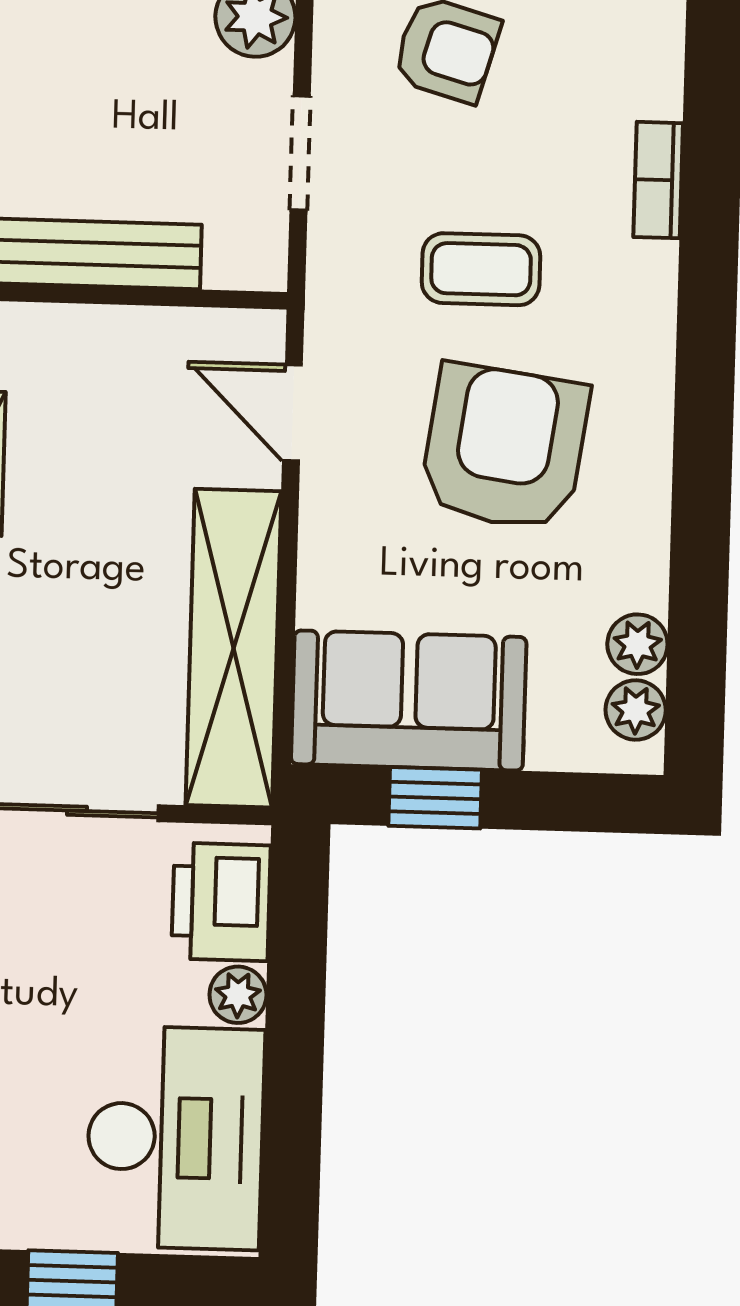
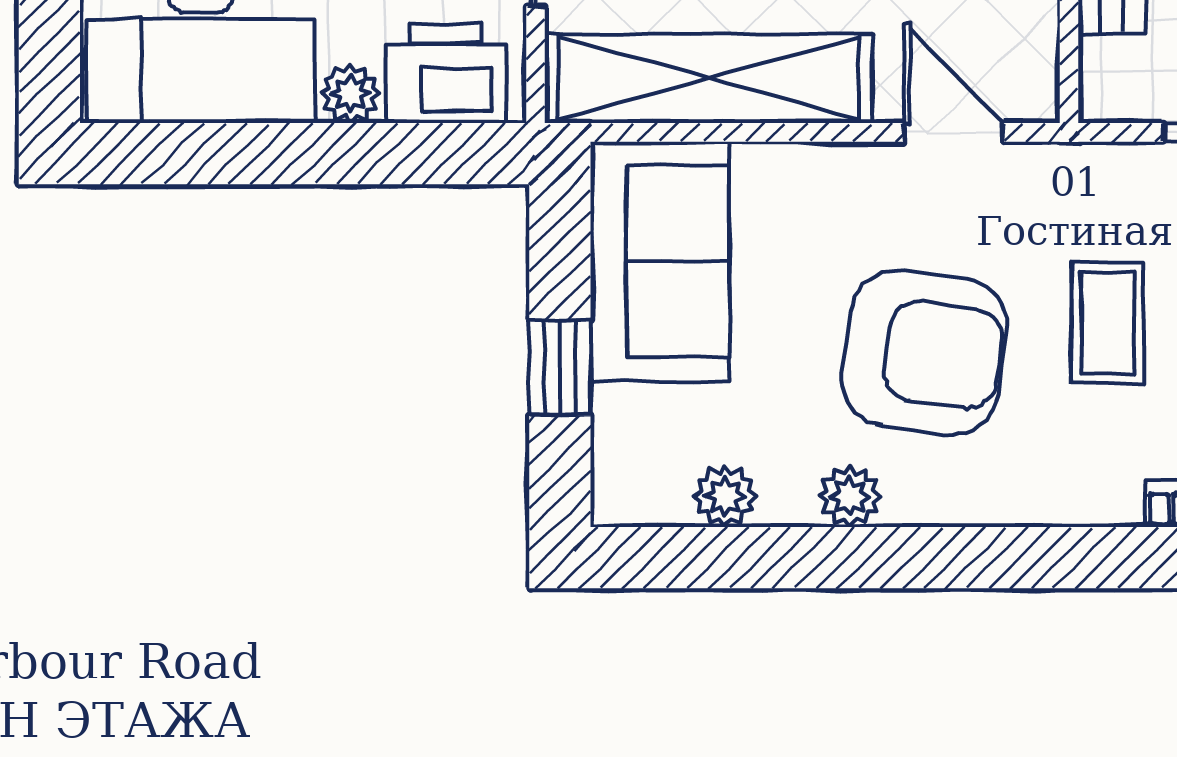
door: (292, 413) -> (953, 132), hinge flipped
plant: (636, 710) -> (850, 496), moved
window: (435, 798) -> (560, 368), moved

